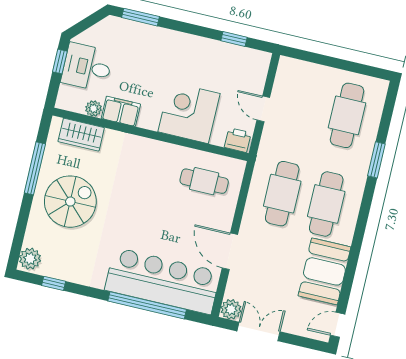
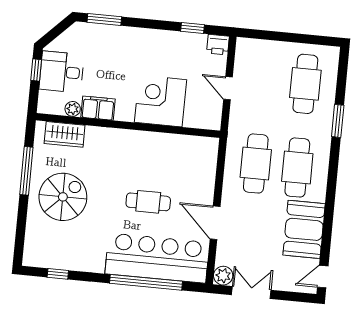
printer: (238, 140) -> (218, 45), moved, turned 180
cafe table: (204, 181) -> (148, 202), moved
plant: (30, 259) -> (33, 254), removed

